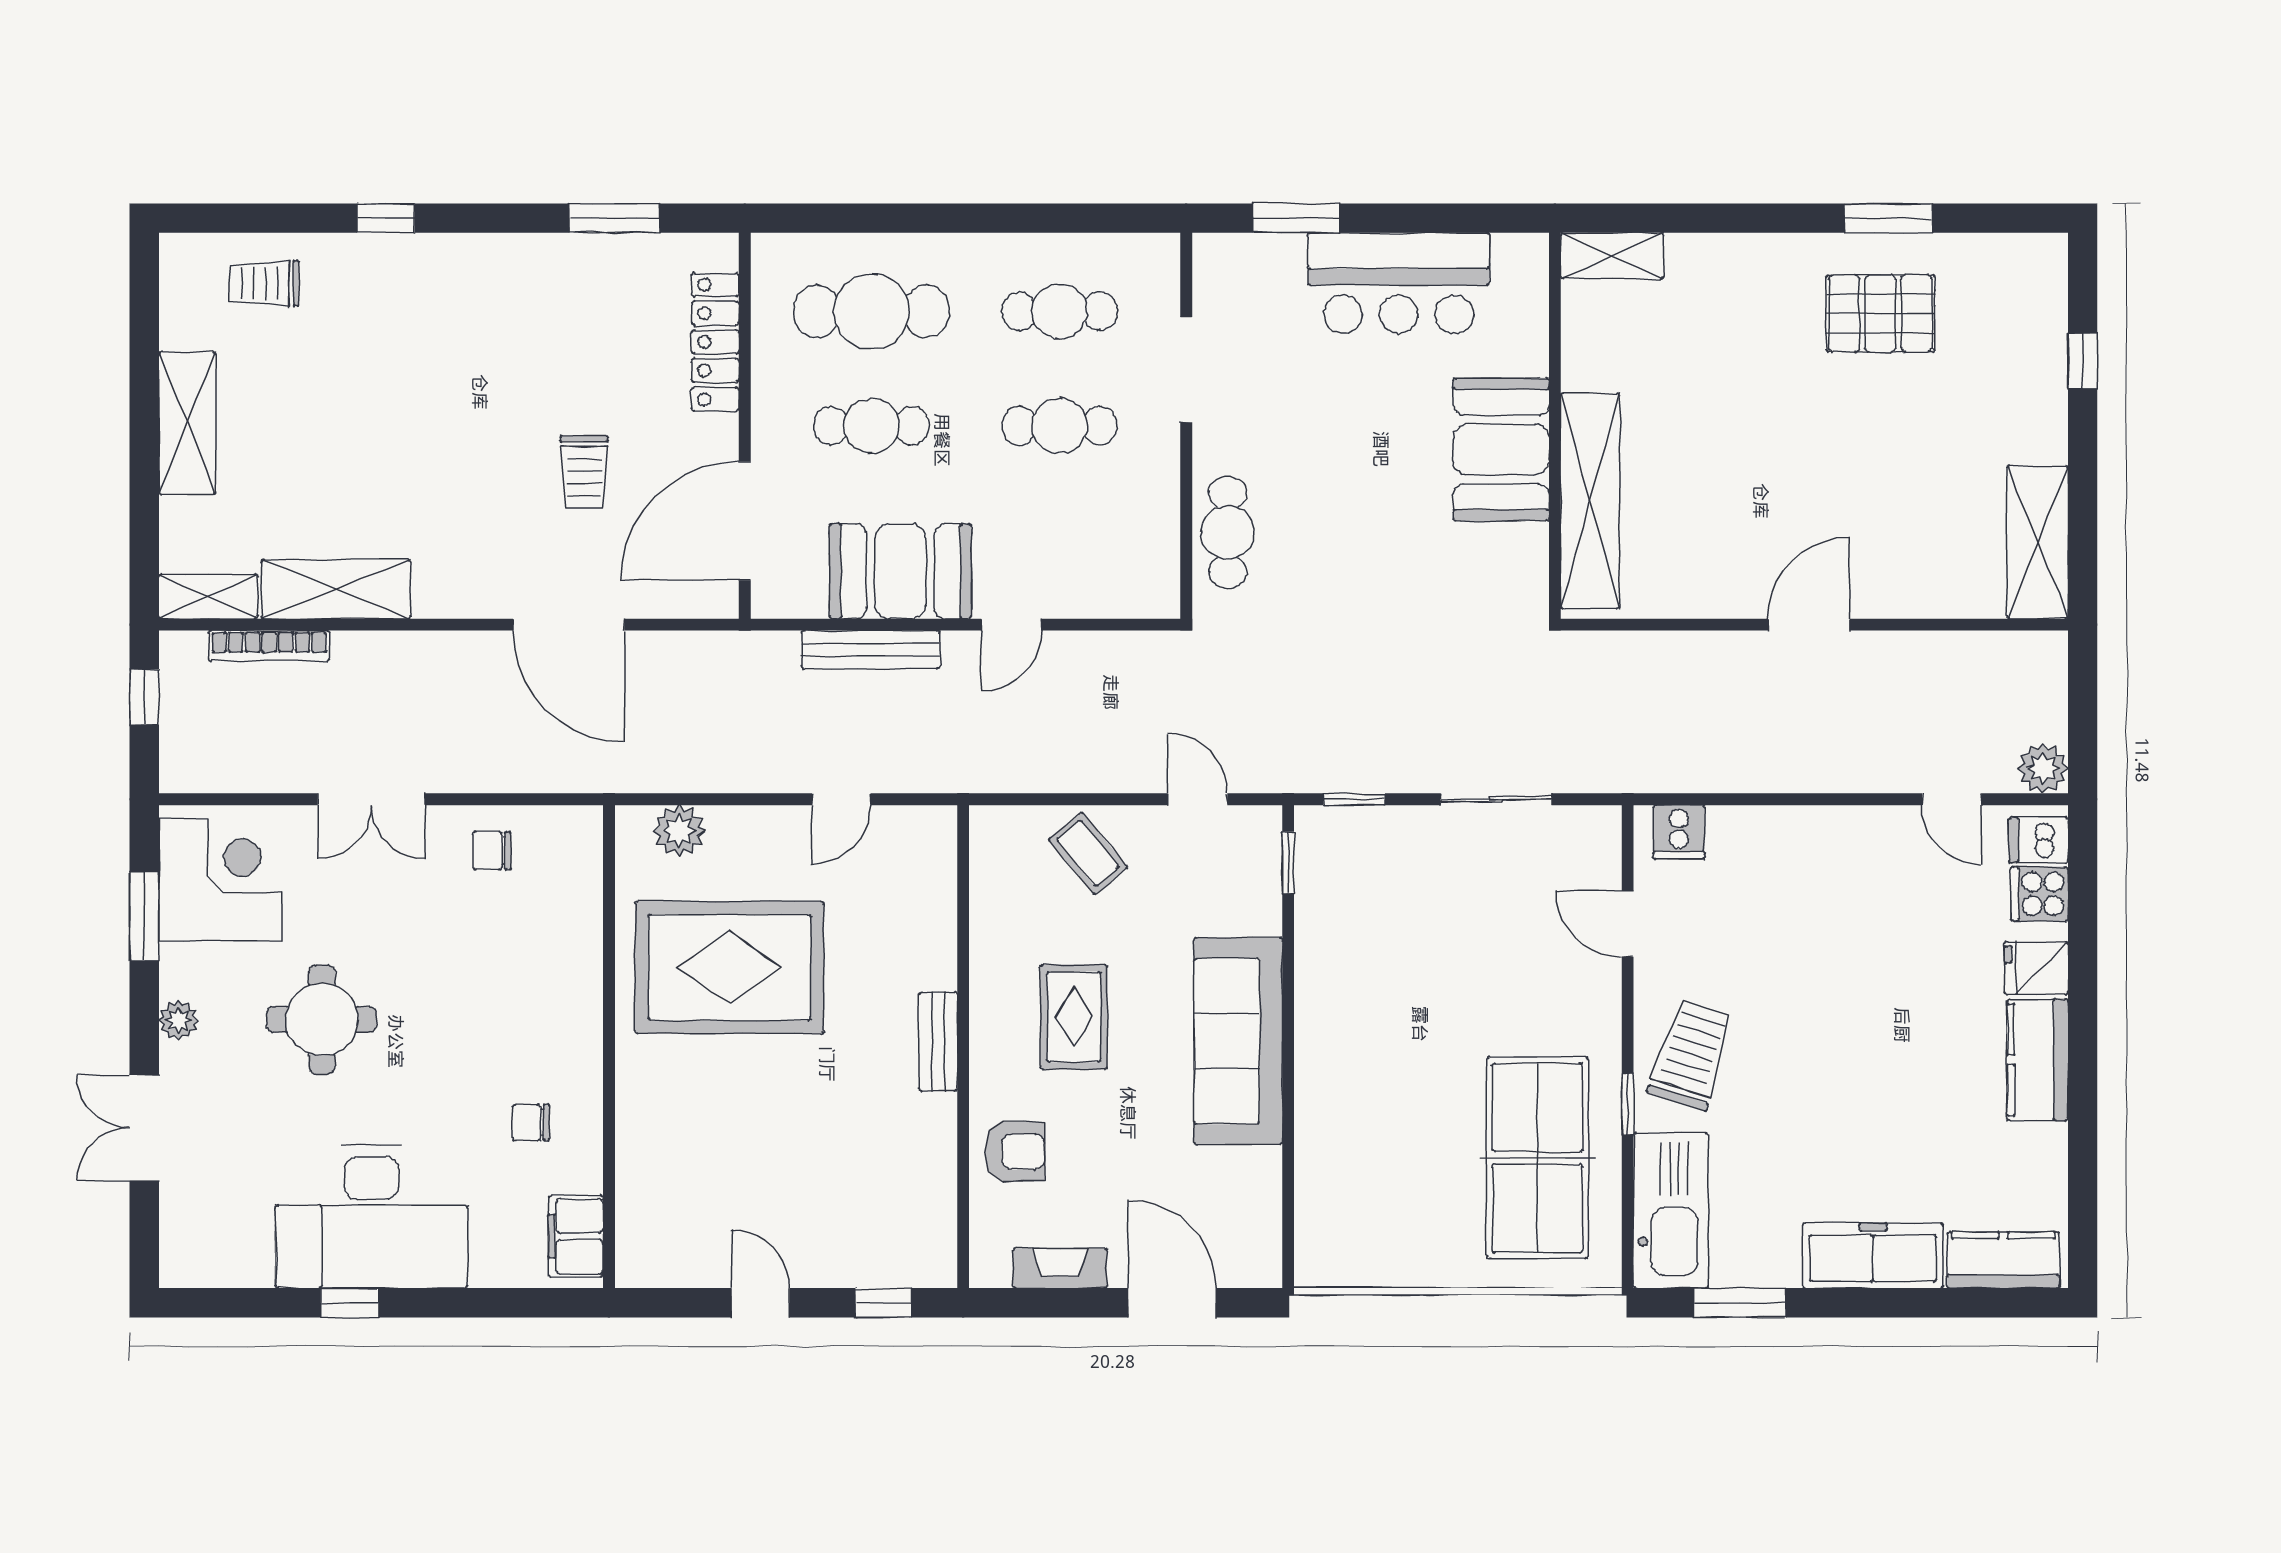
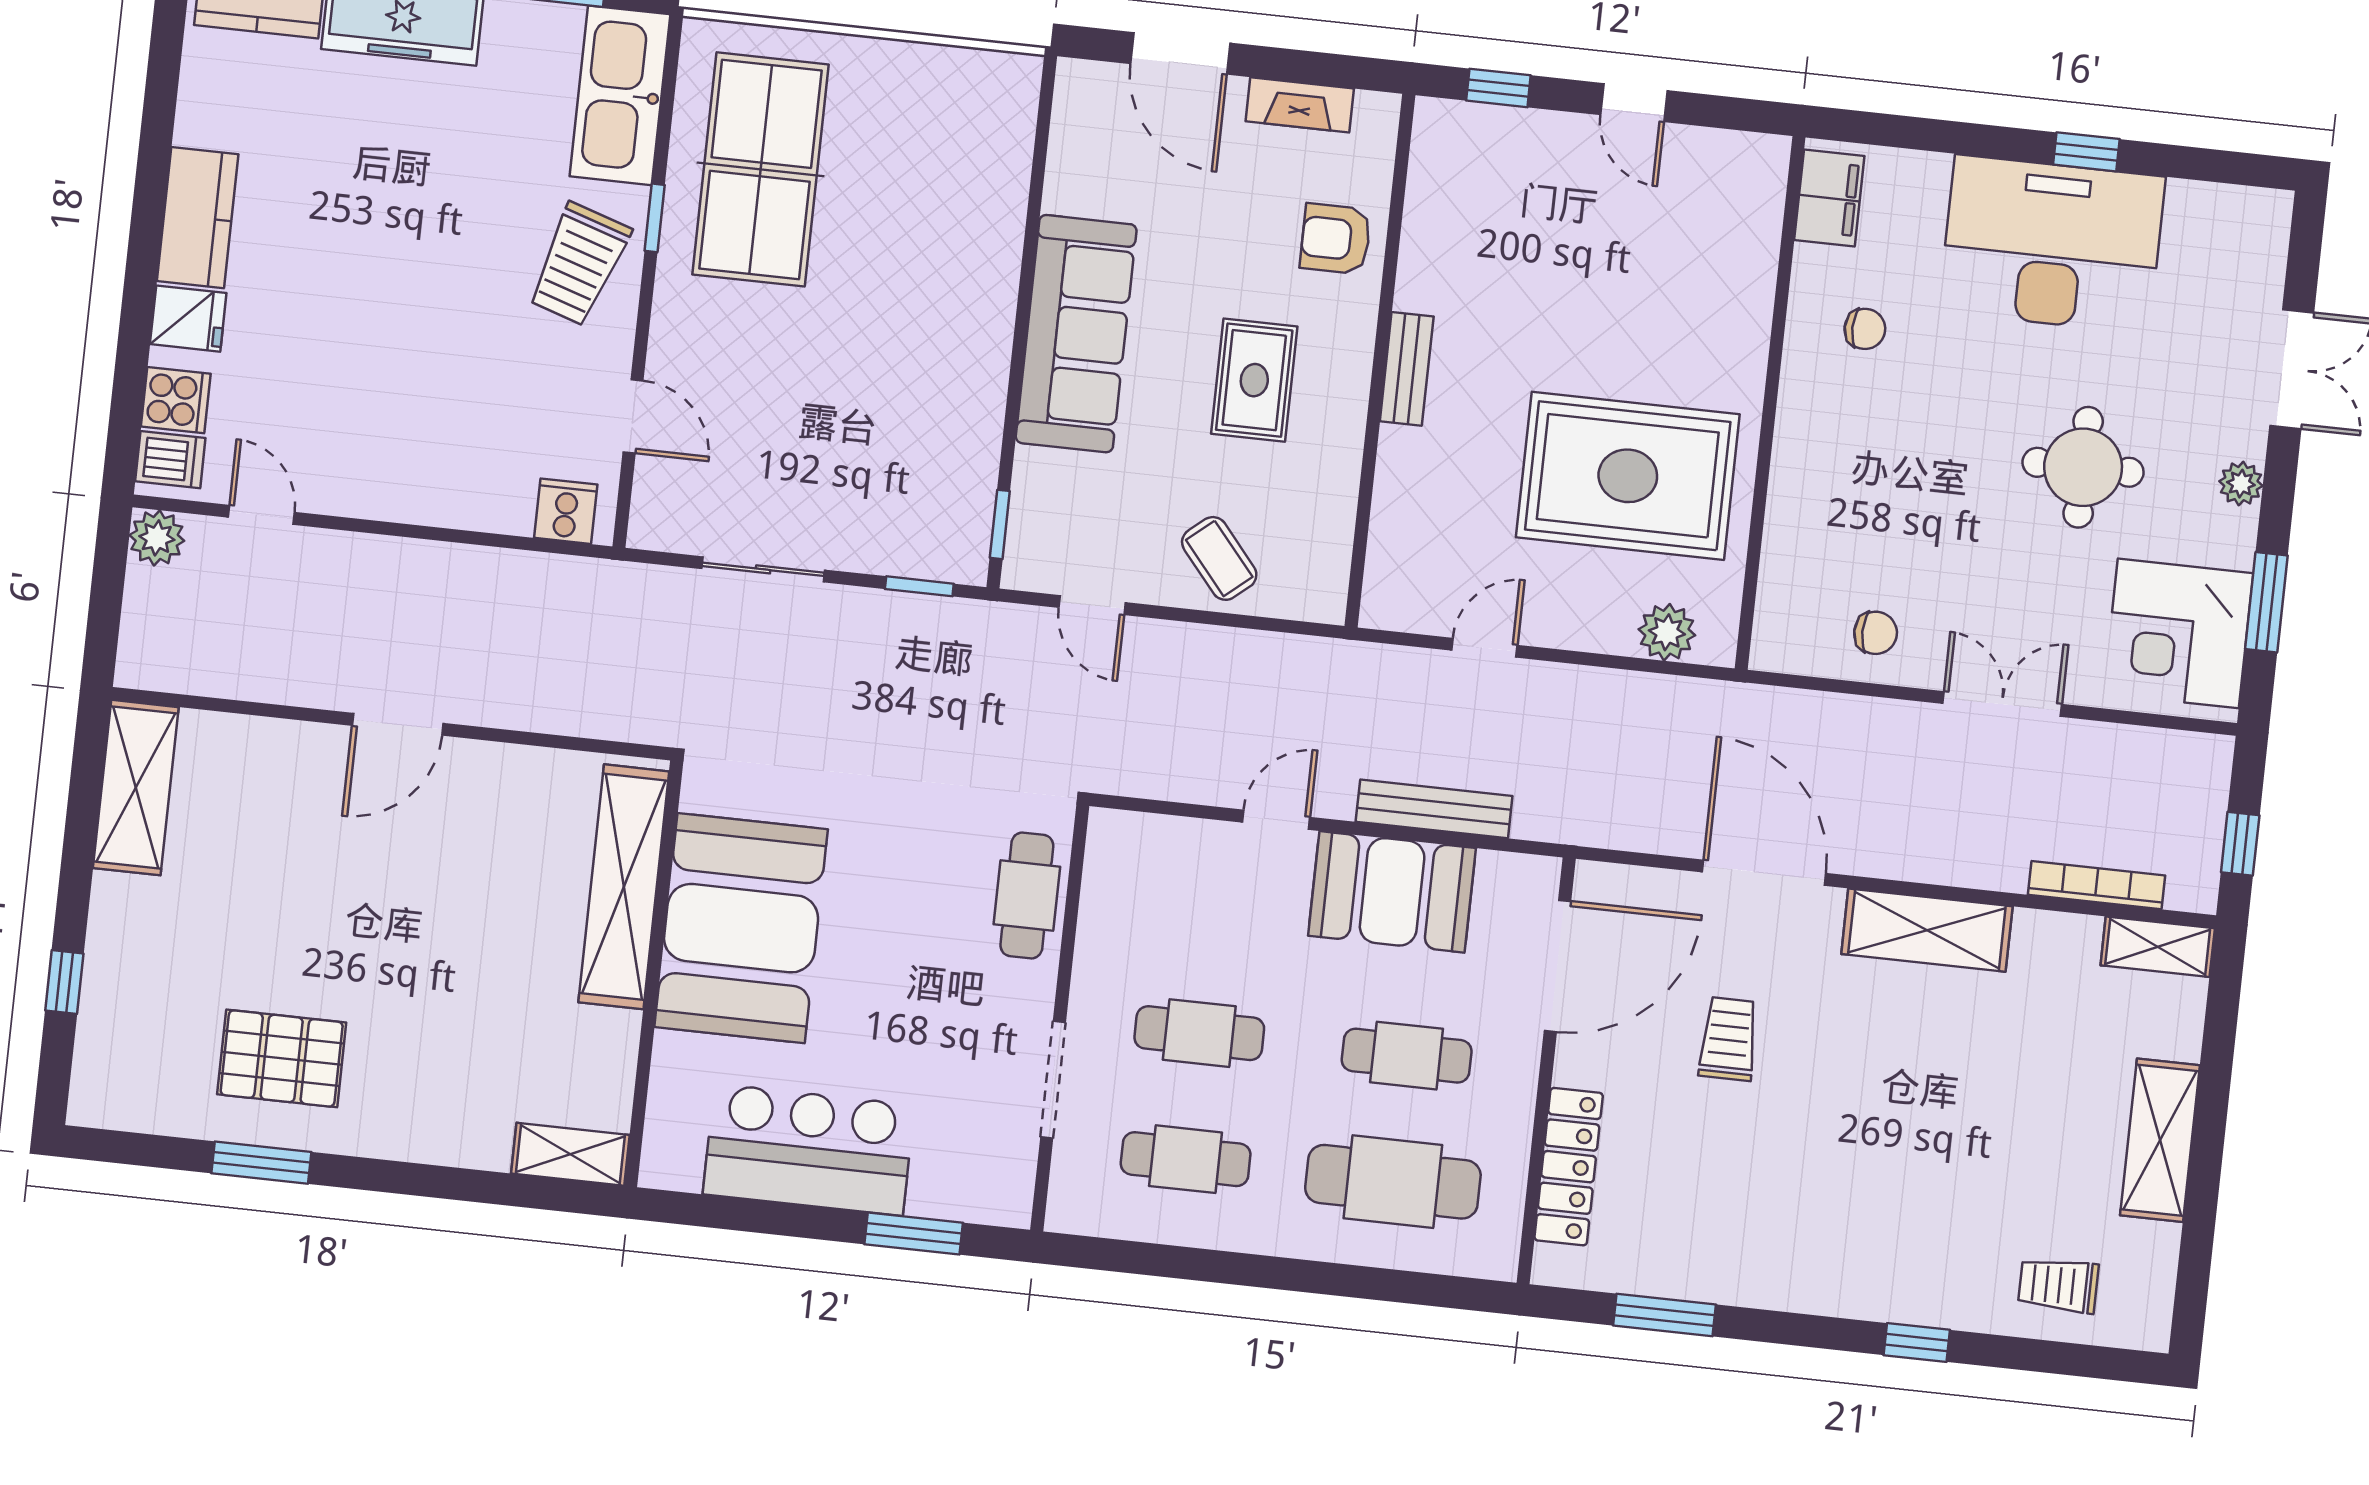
trolley: (264, 283) -> (2058, 1285), turned 180
booth: (1501, 449) -> (741, 928), width x1.36, depth x1.42
shelving: (336, 589) -> (1927, 930), moved

